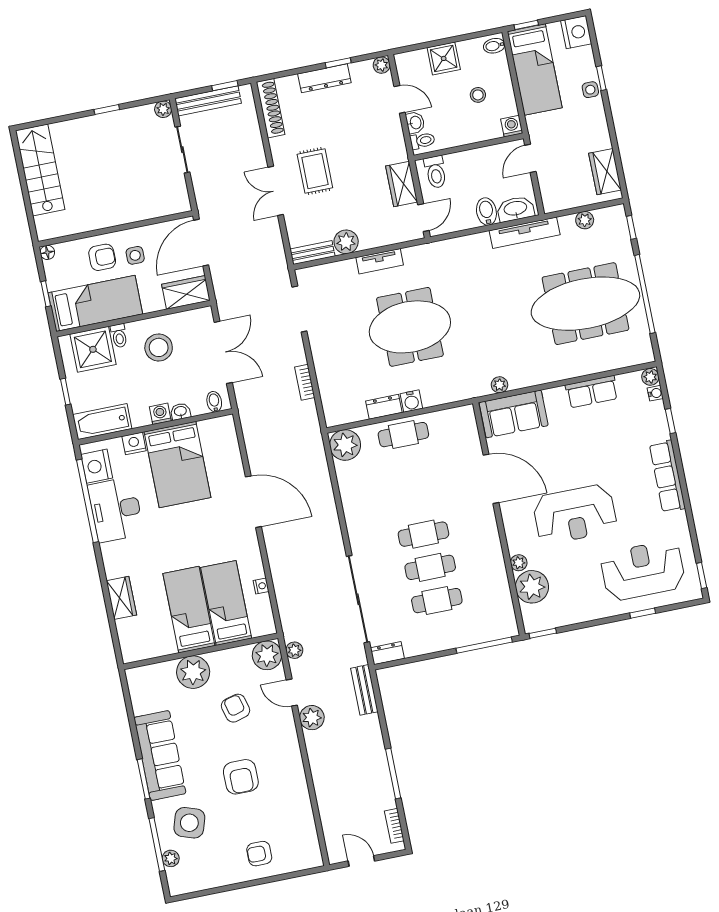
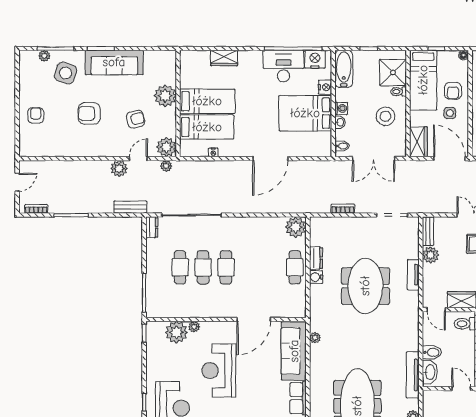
sofa: (514, 414) -> (294, 351), width x1.36

